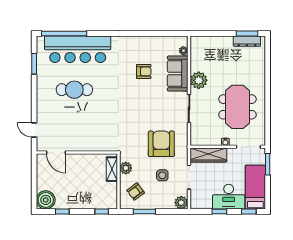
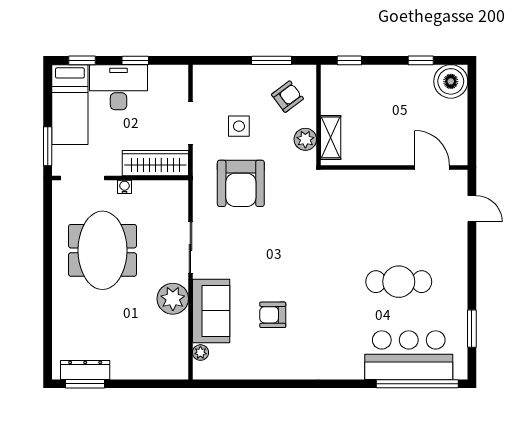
bar counter: (78, 49) -> (409, 355), width x0.73
plant: (181, 203) -> (205, 77), removed

